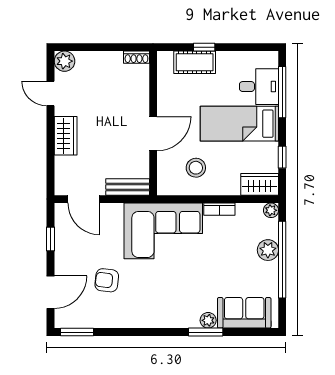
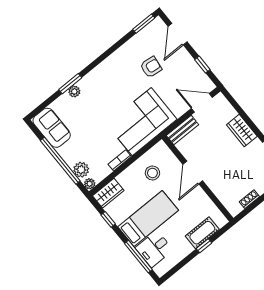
shoe rack: (136, 57) -> (249, 199), moved
plant: (268, 250) -> (81, 170), moved
sofa: (244, 313) -> (52, 128), moved, turned -90

